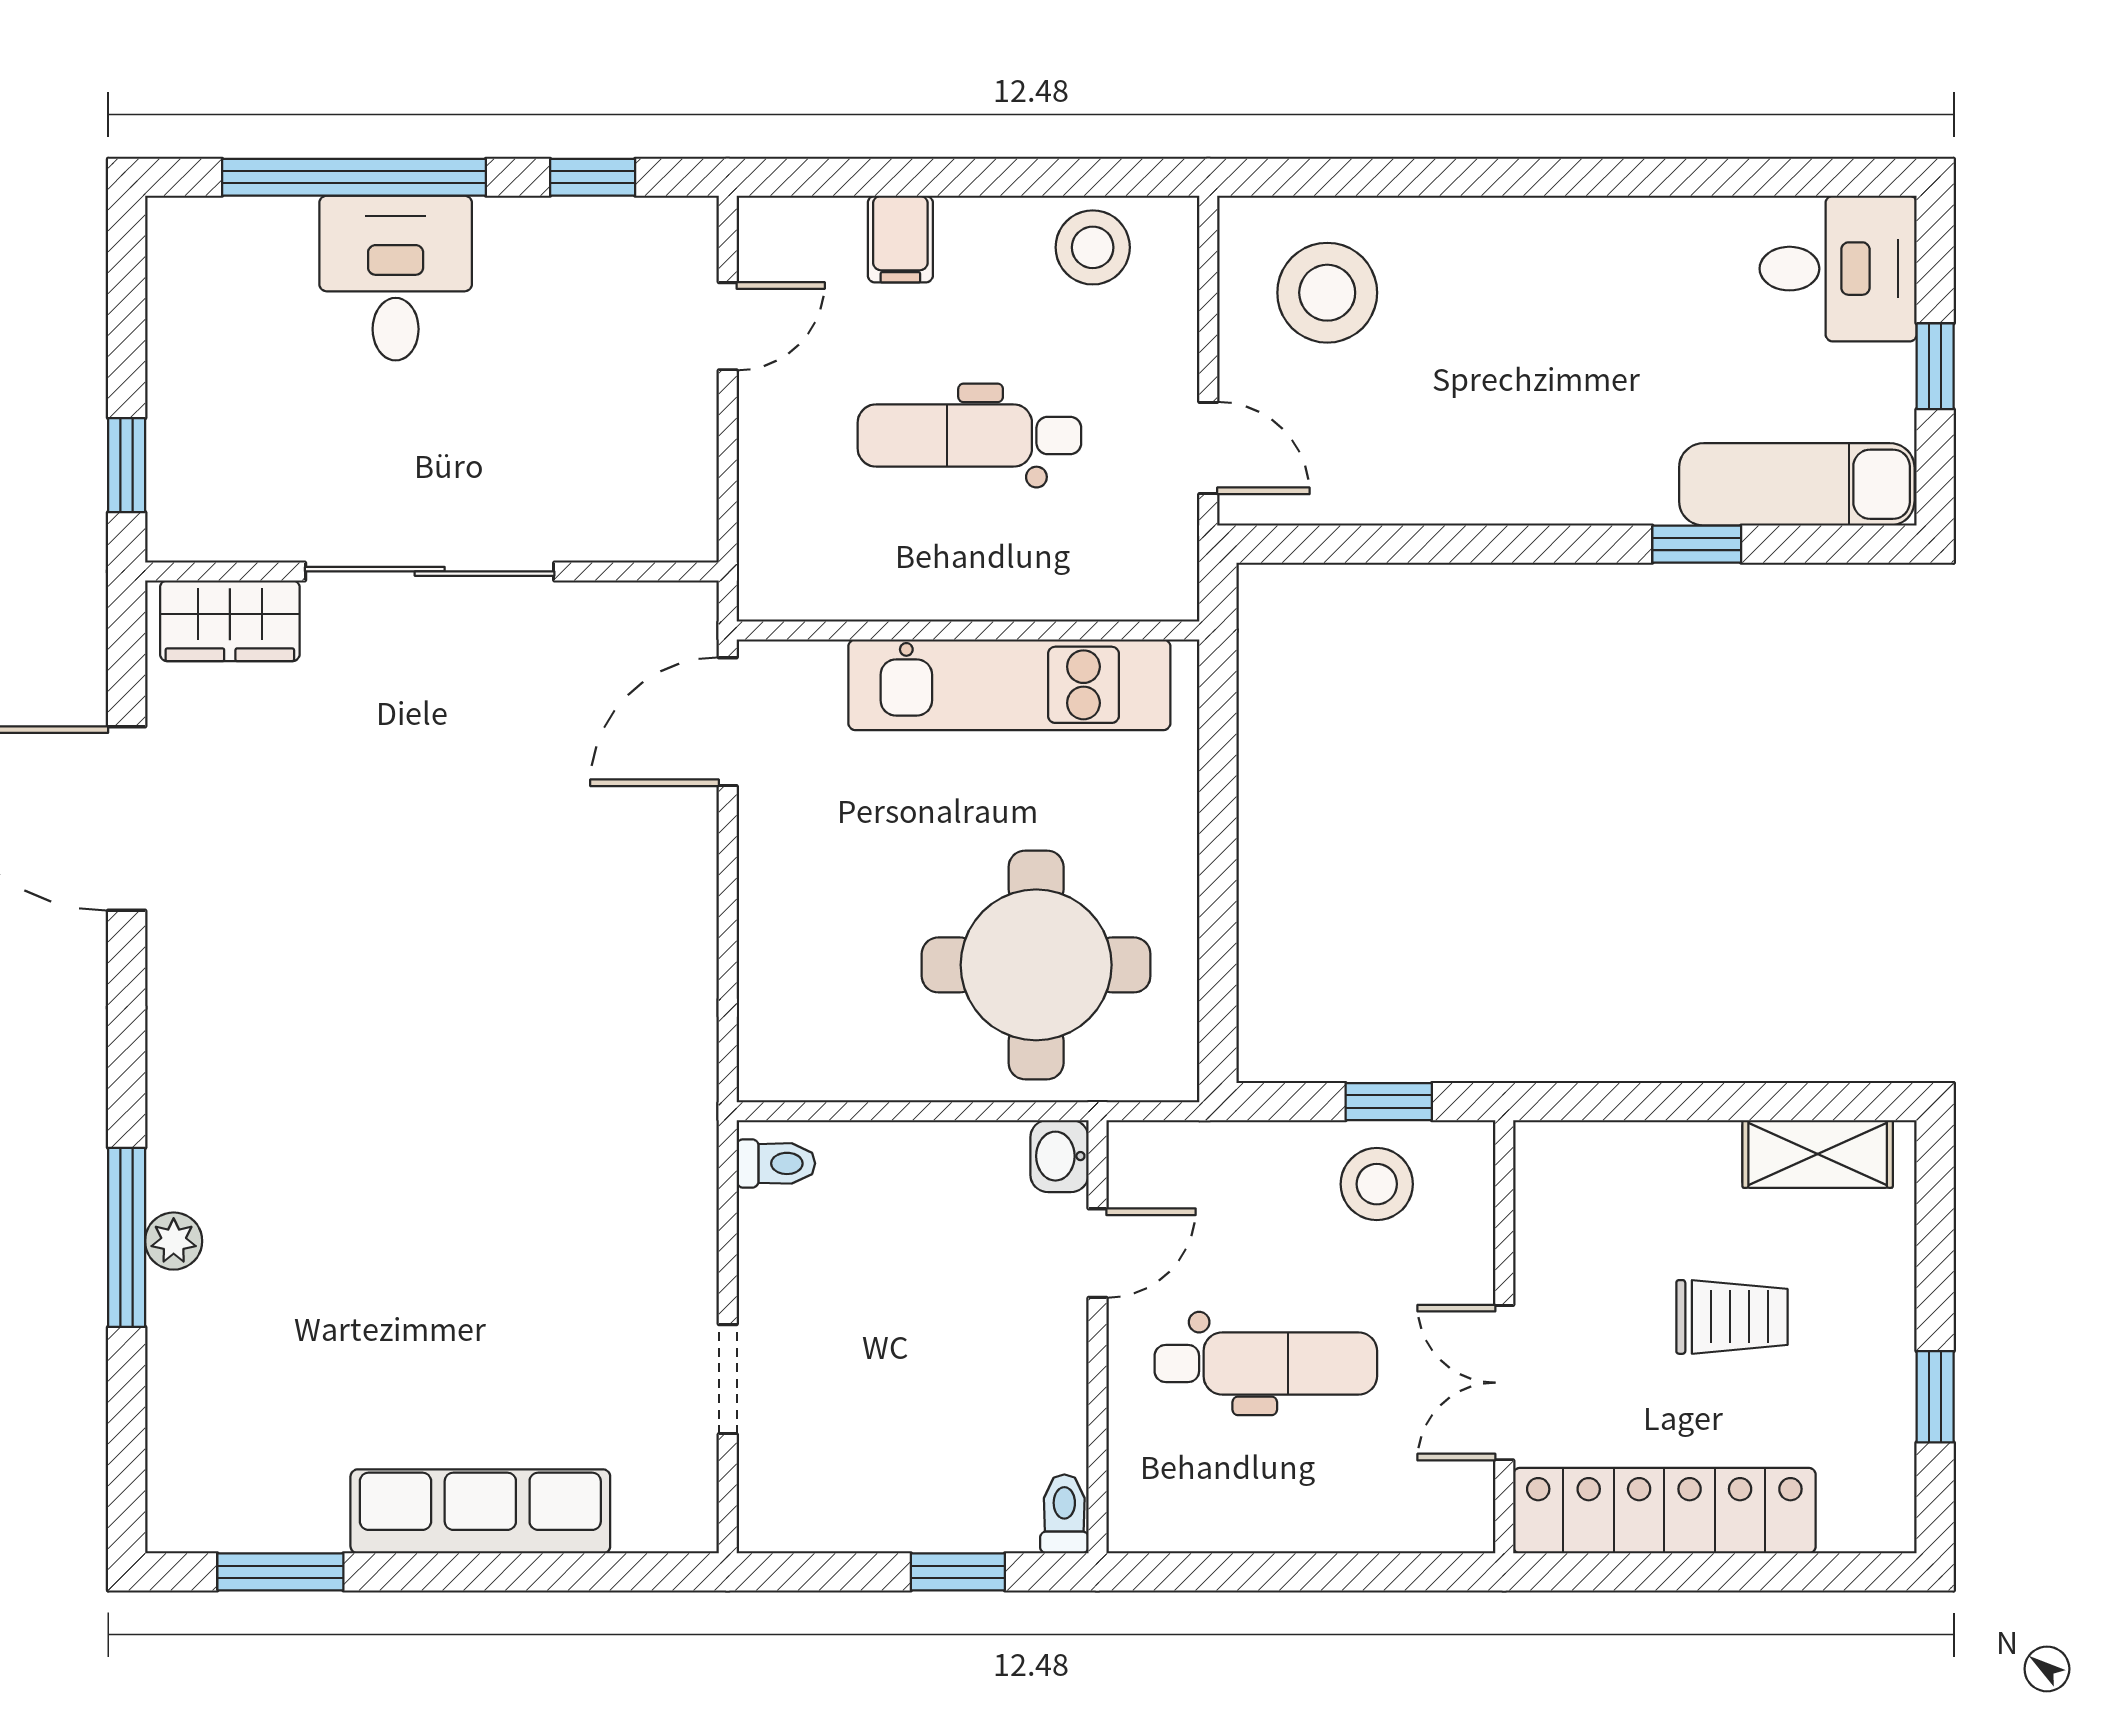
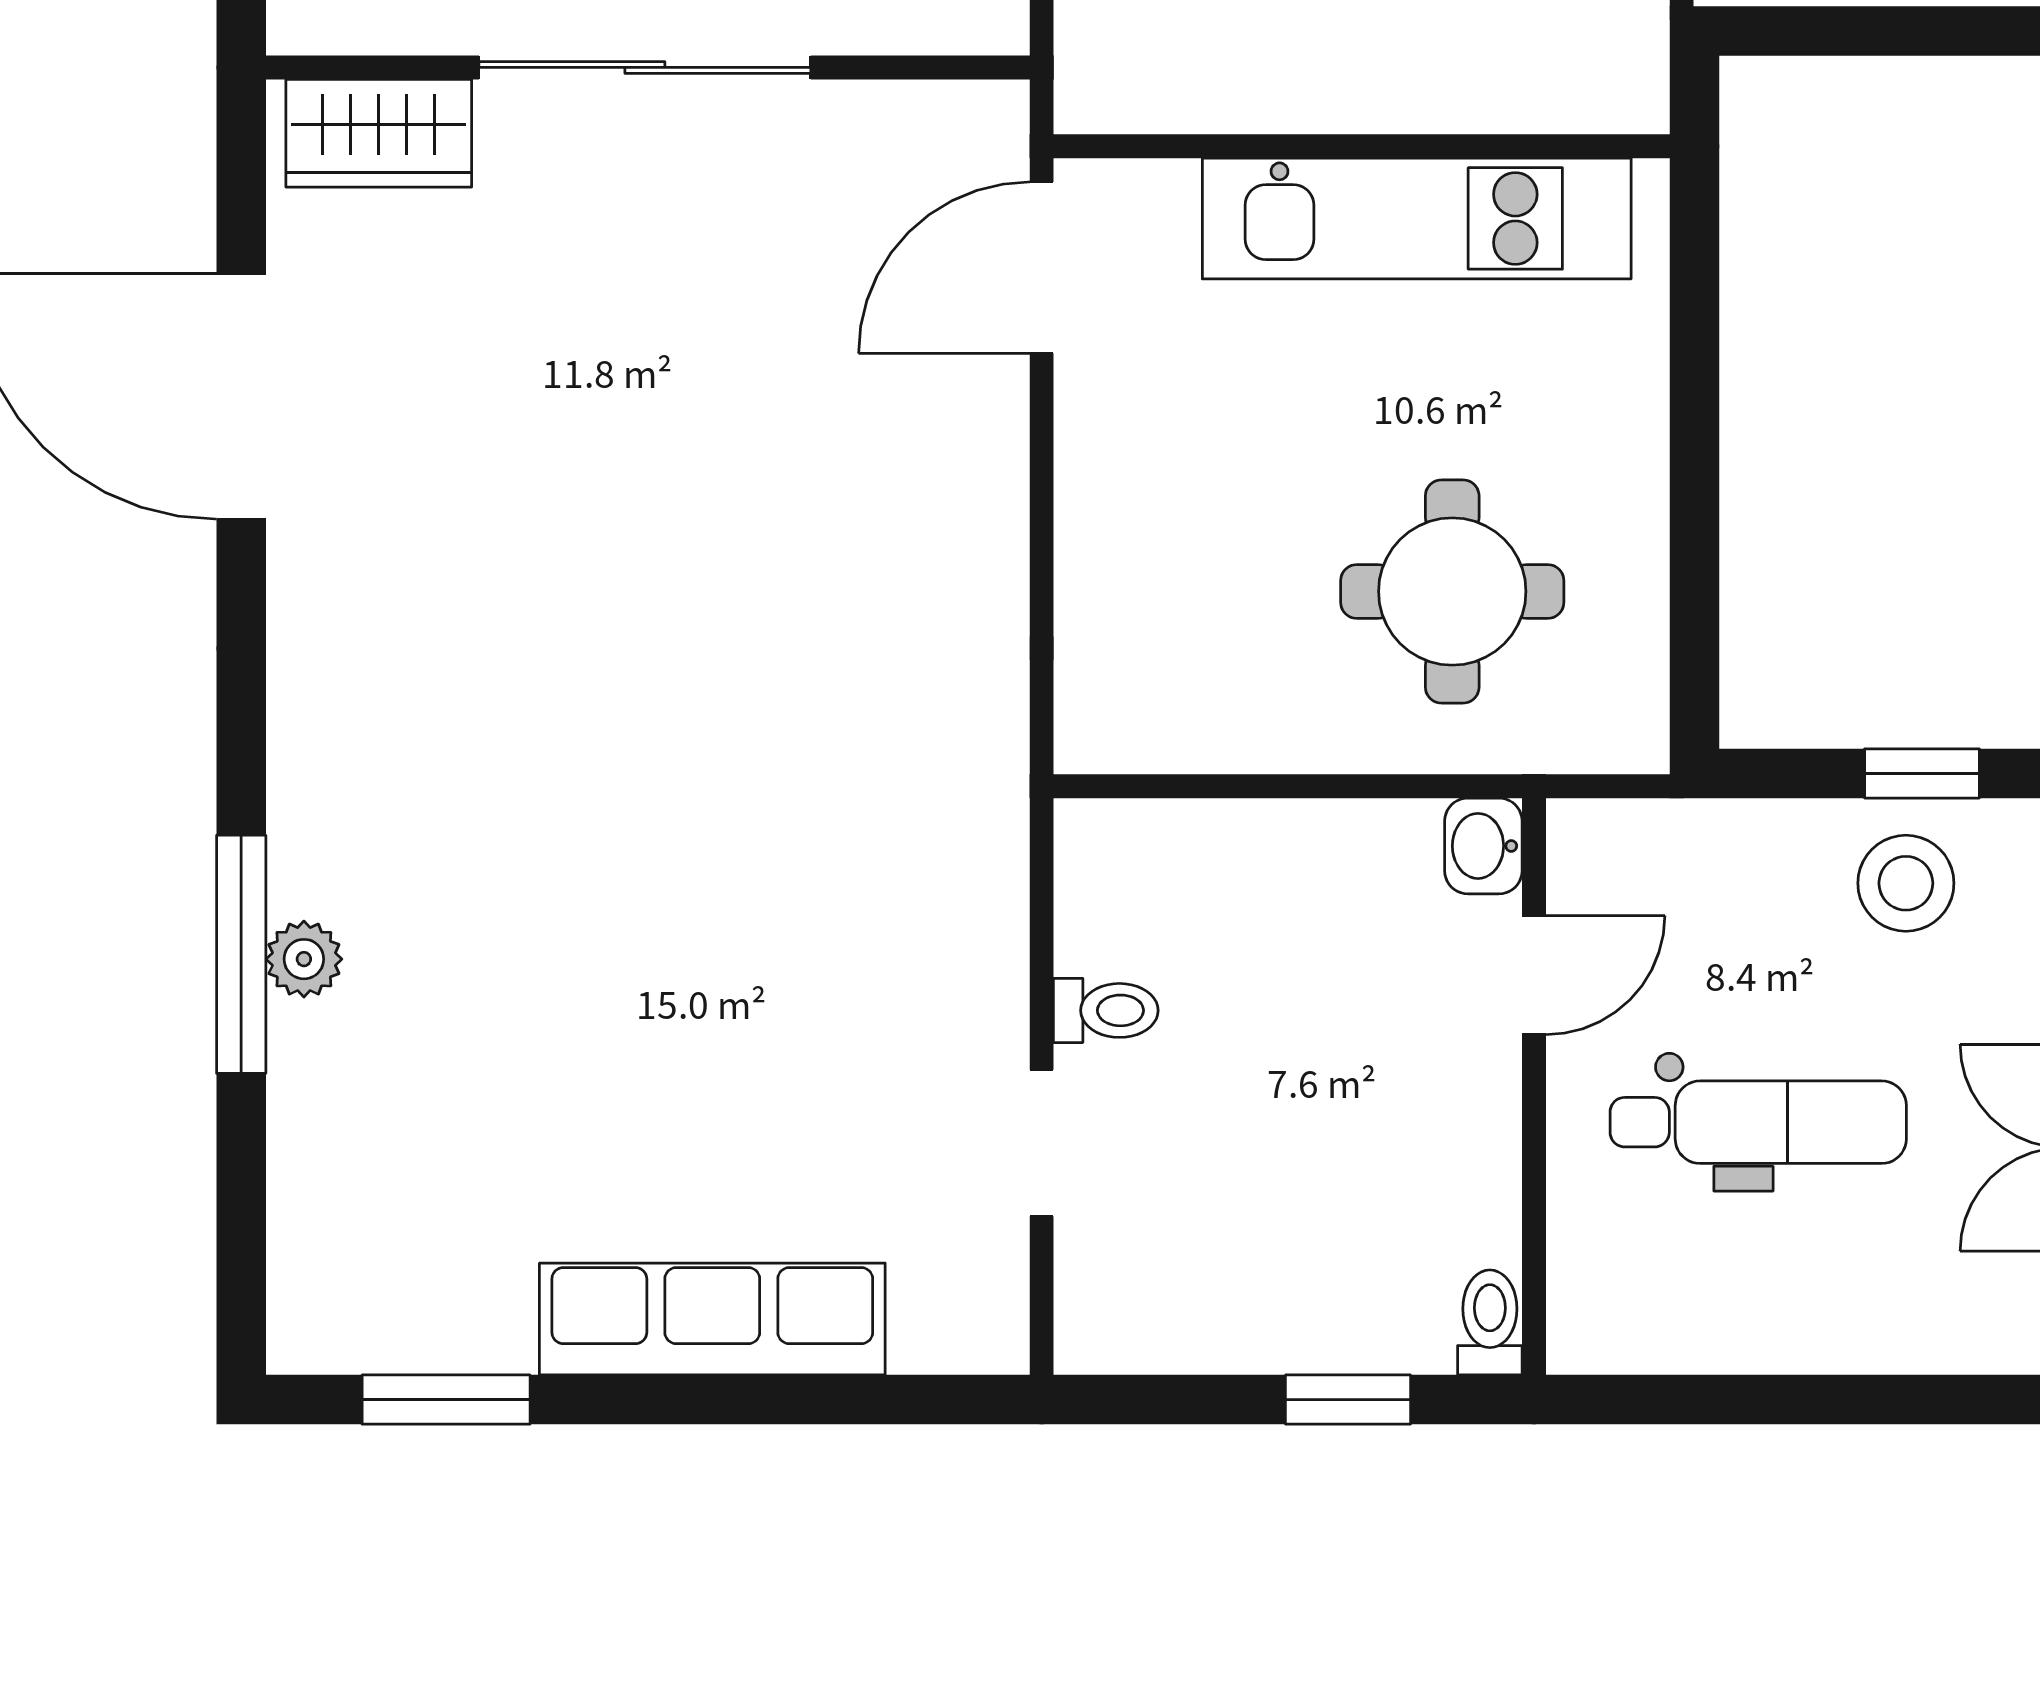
round table: (1036, 965) -> (1452, 591), width x0.73, depth x0.73
toilet: (776, 1163) -> (1106, 1010), moved

